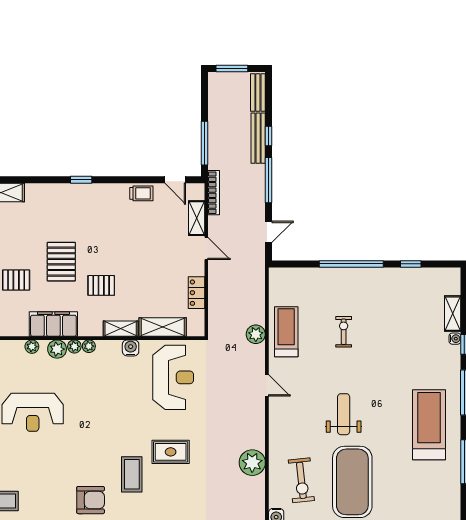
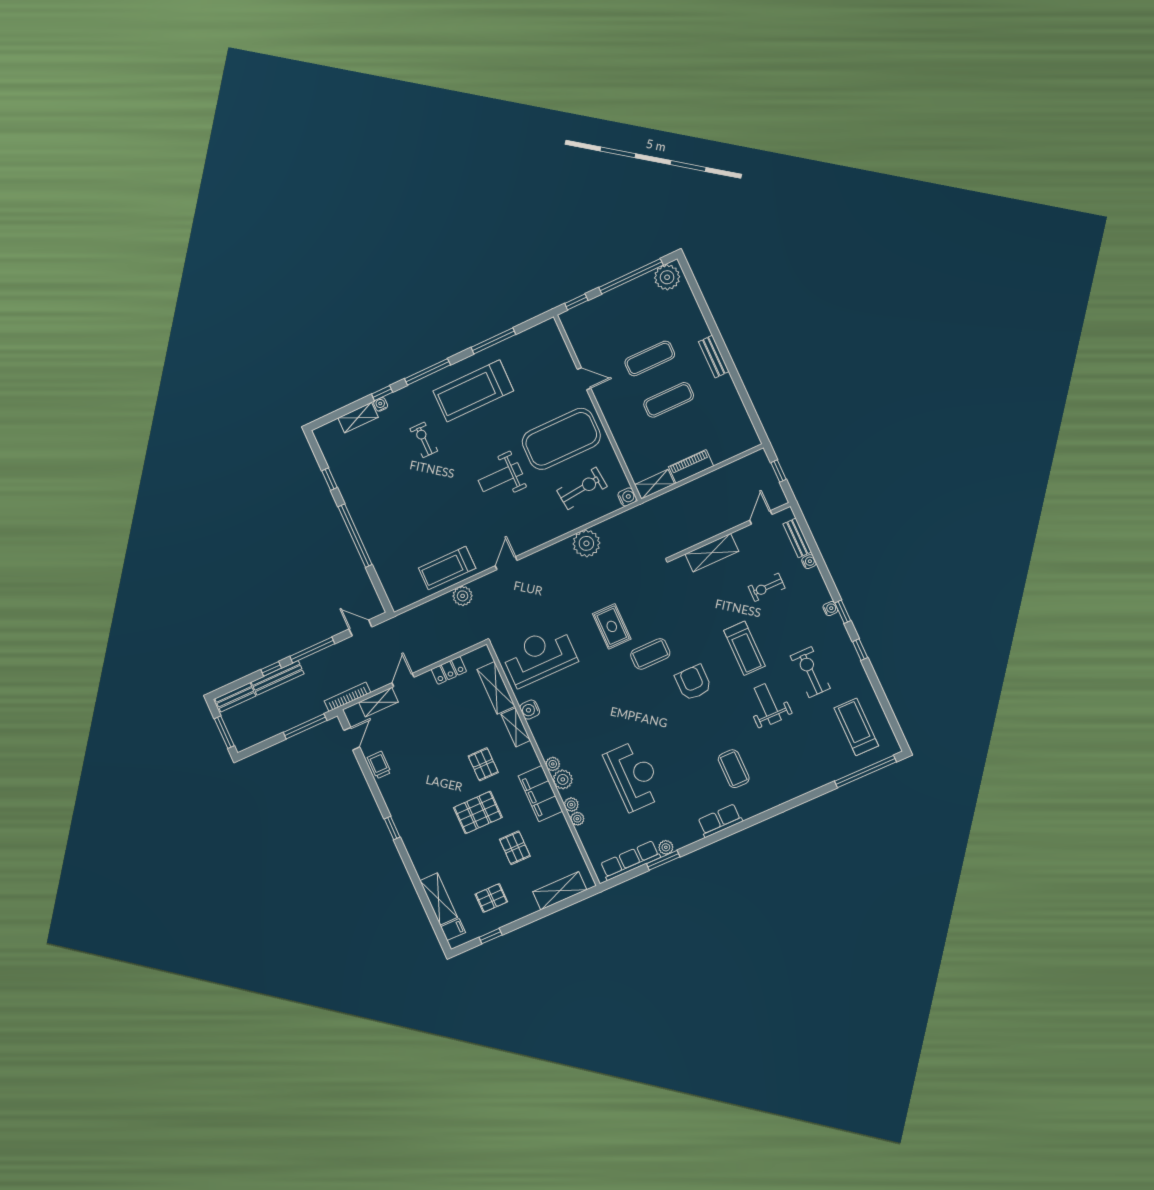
exercise bike: (344, 332) -> (424, 440), moved, turned 90
plant: (89, 346) -> (577, 819), moved

